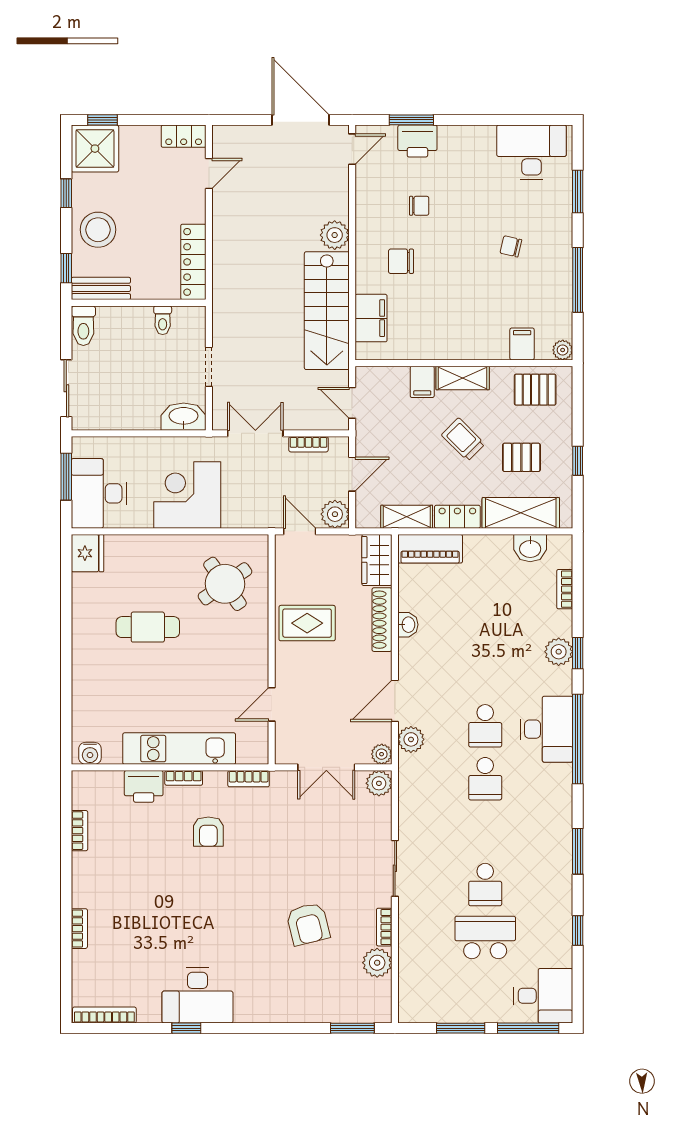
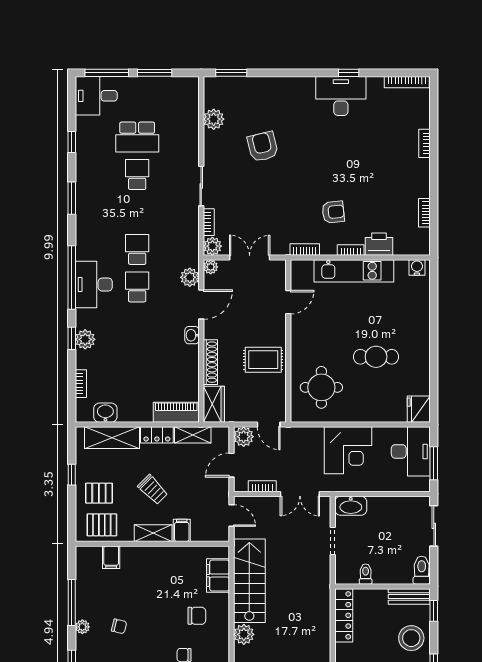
plant: (563, 350) -> (82, 627), moved
pallet: (521, 457) -> (99, 493), moved
round table: (225, 584) -> (321, 387), turned 35
washbasin: (408, 625) -> (192, 335), moved
armchair: (208, 832) -> (333, 212), turned 84
bookcase: (384, 927) -> (209, 222), moved

